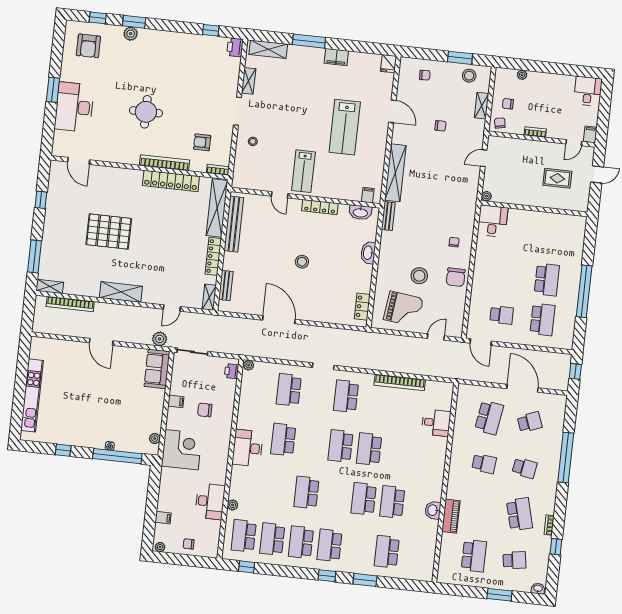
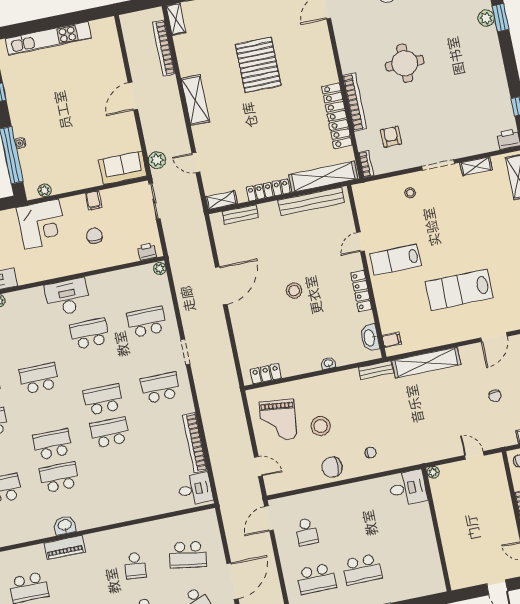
rug: (557, 178) -> (479, 545), removed
washbasin: (368, 253) -> (328, 363), width x0.52, depth x0.69
desk: (436, 423) -> (195, 489), moved, turned -90

